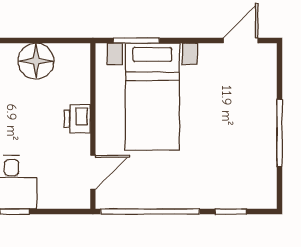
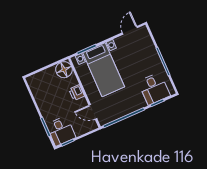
floor lamp: (36, 61) -> (64, 70), moved
door: (93, 172) -> (93, 112), swing flipped
desk: (237, 180) -> (154, 89), added

